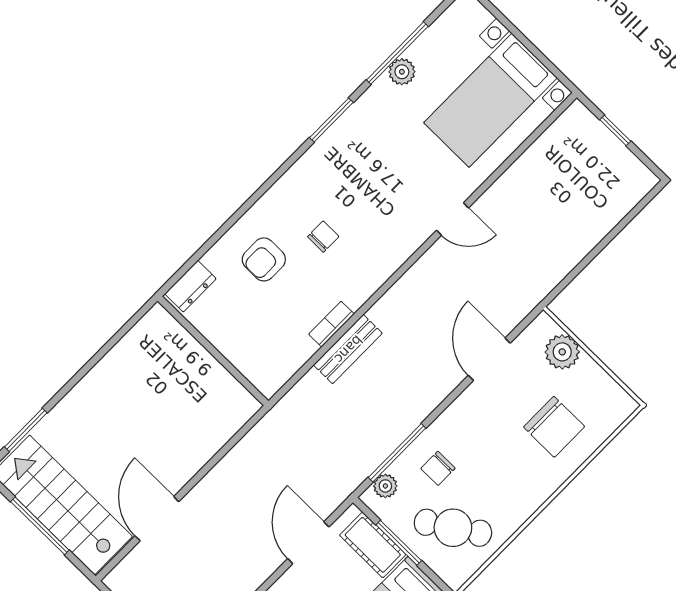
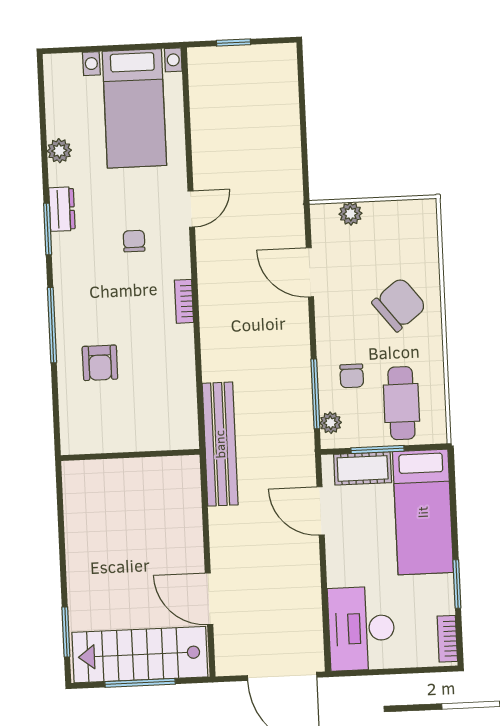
window: (397, 53) -> (52, 325), moved
chair: (323, 237) -> (134, 241), moved
dresser: (190, 286) -> (62, 209), moved
bookcase: (331, 324) -> (184, 301), moved
bench: (348, 349) -> (220, 444), moved, width x1.86, depth x1.21
plant: (562, 352) -> (351, 214), width x0.73, depth x0.73
chair: (554, 427) -> (399, 305), moved, turned -38
cafe table: (453, 528) -> (401, 403), turned -57

